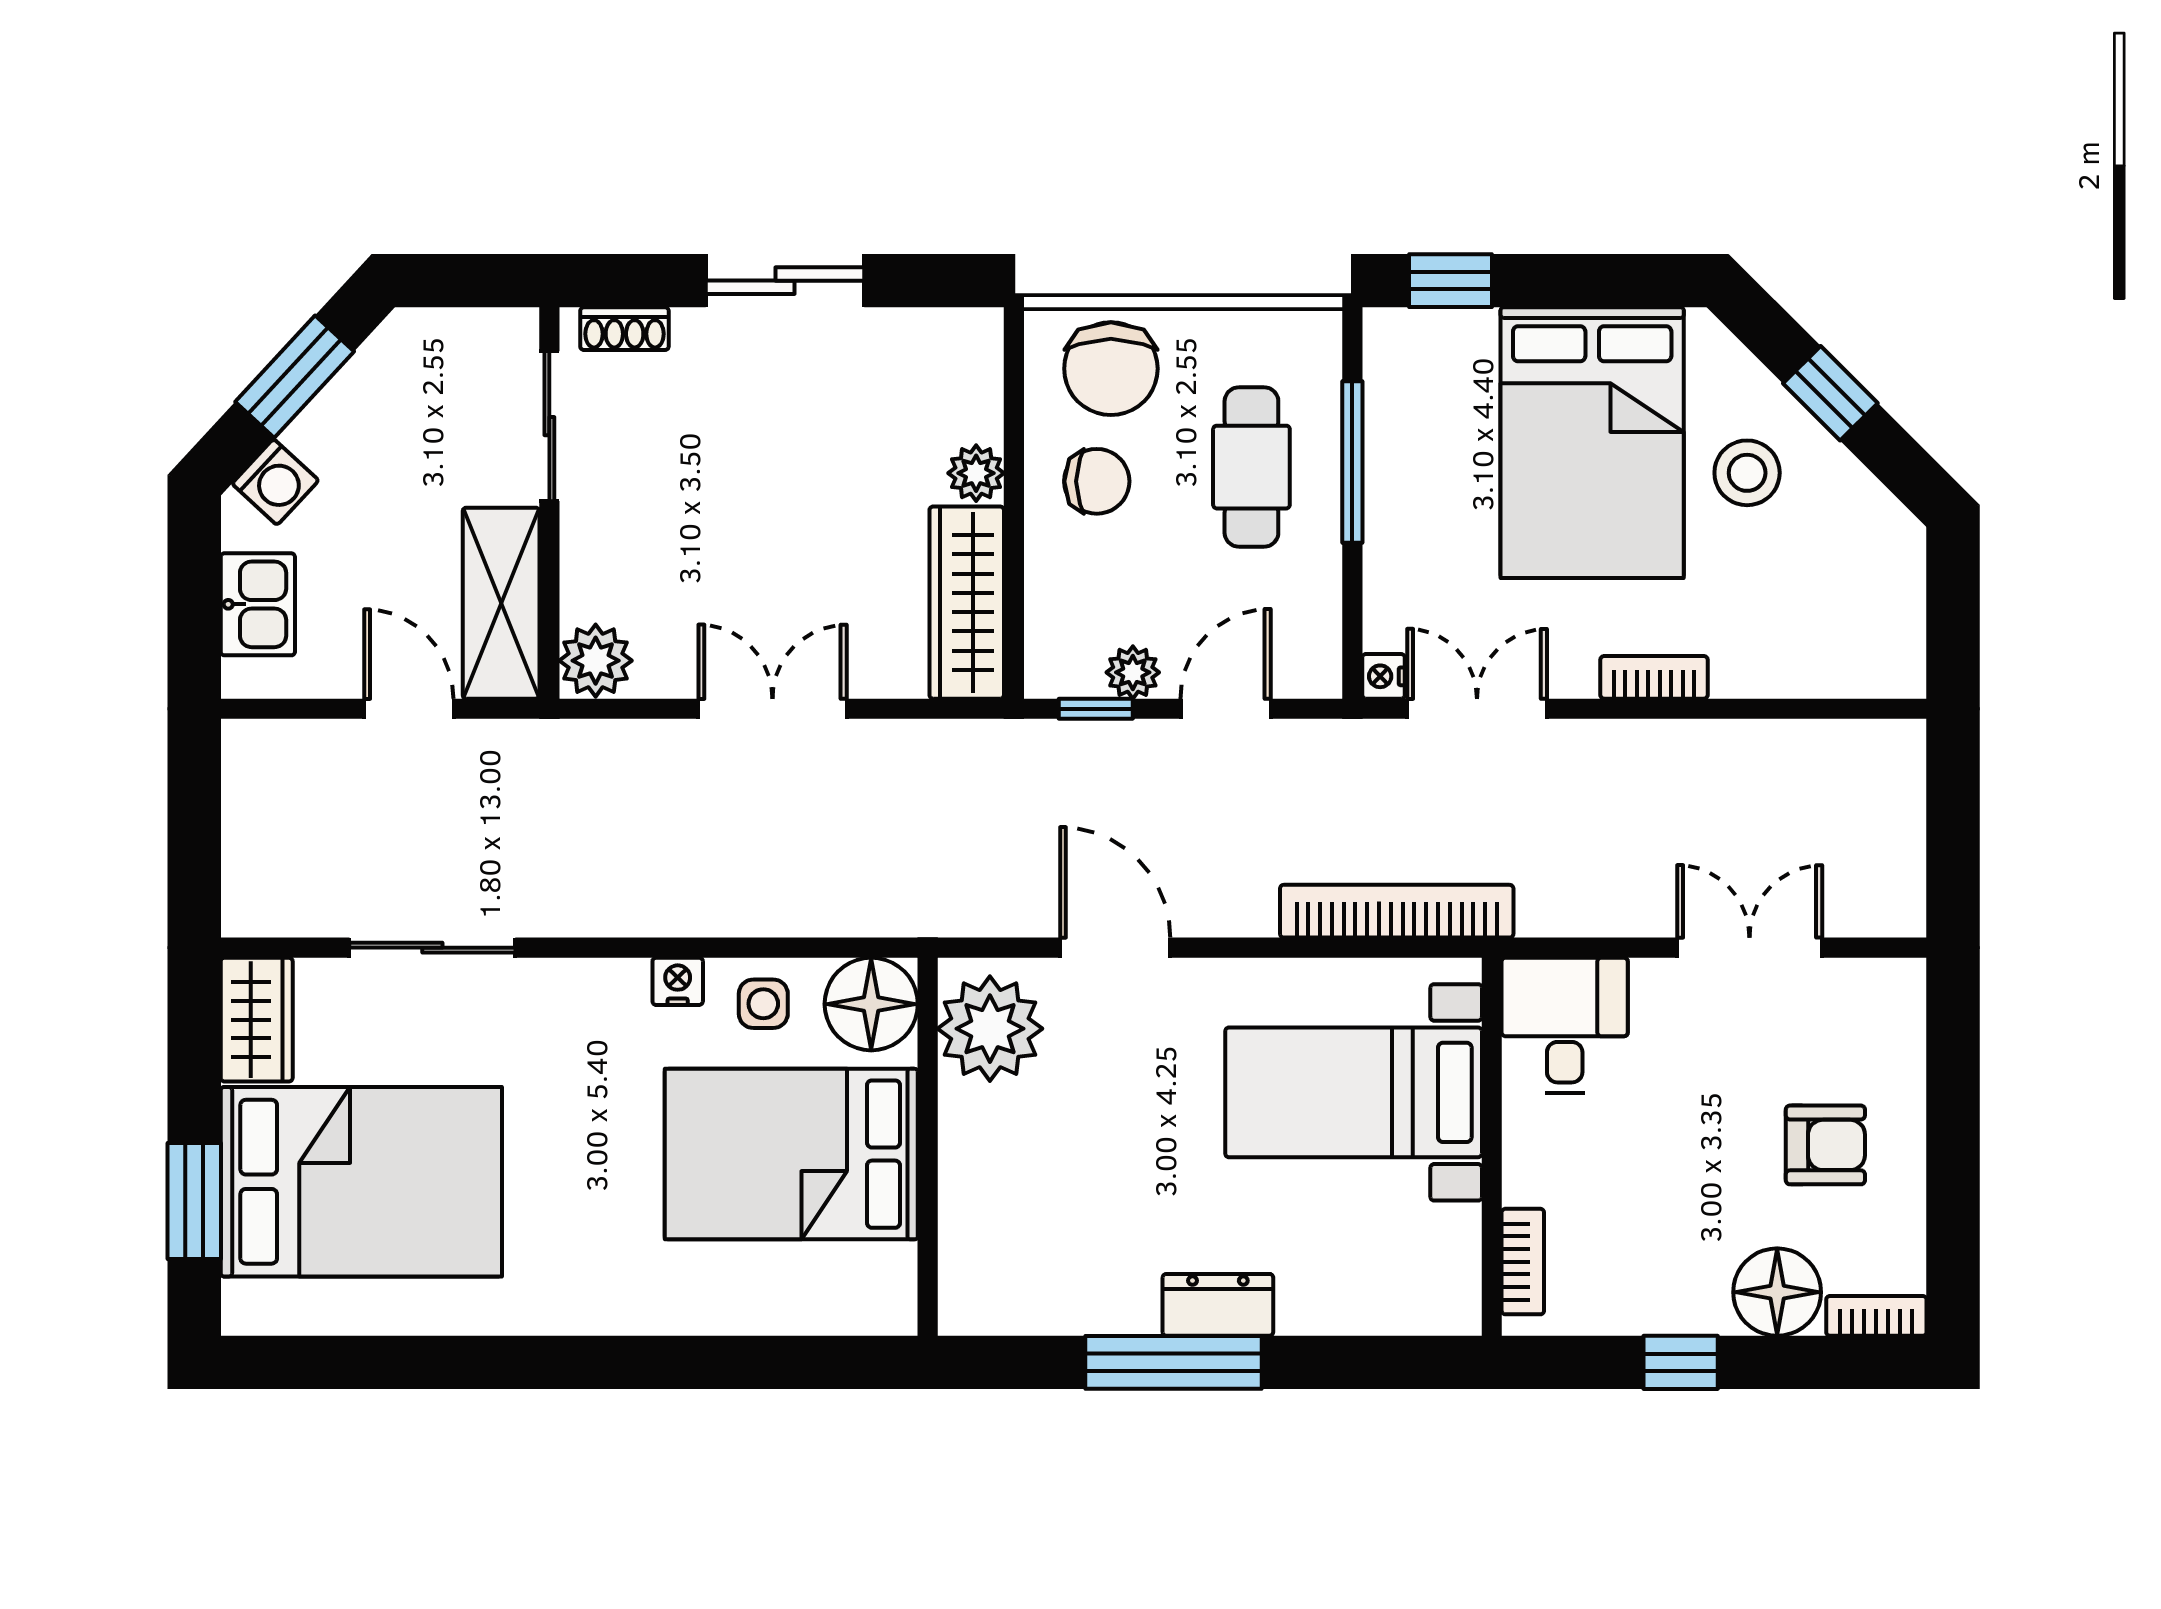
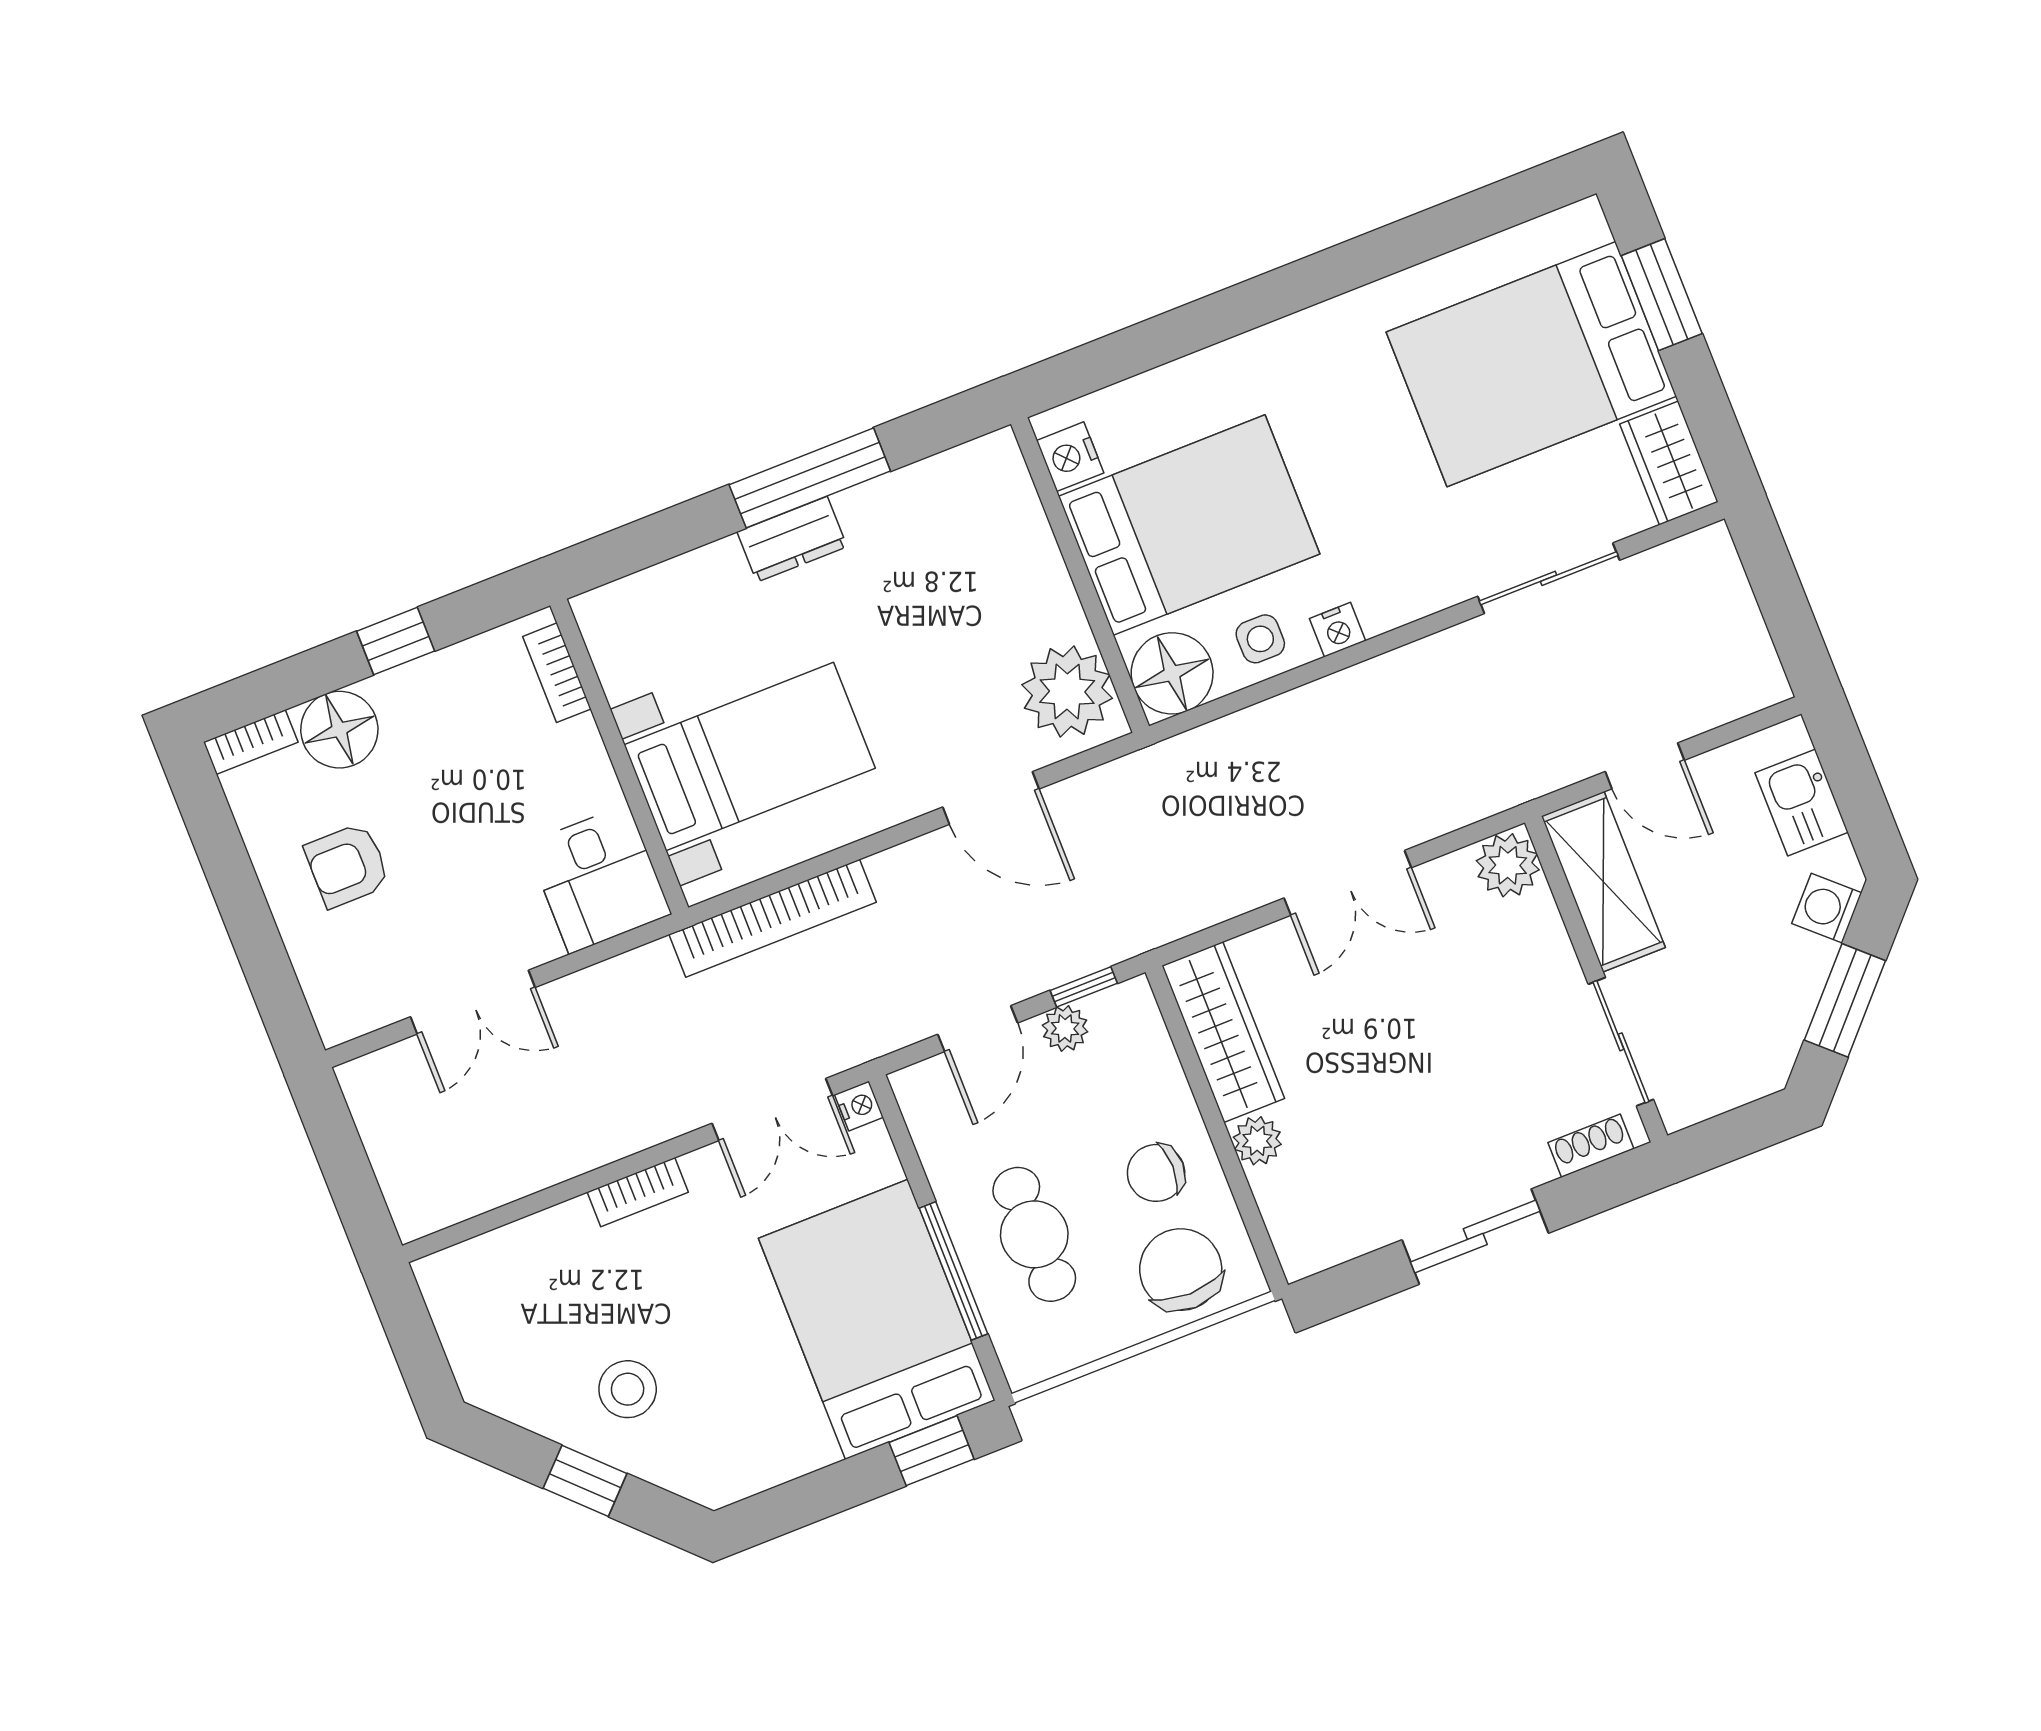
bed: (1592, 443) -> (877, 1319), moved
nightstand: (889, 1276) -> (1070, 457), added

